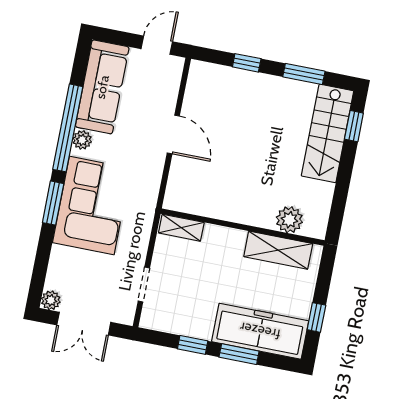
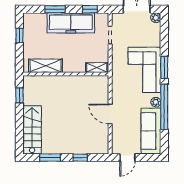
window: (354, 126) -> (19, 95), moved
plant: (289, 220) -> (43, 82), removed
freezer: (260, 331) -> (71, 23), moved
window: (193, 345) -> (90, 9), moved

